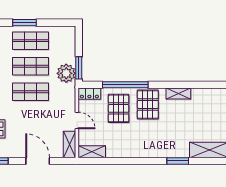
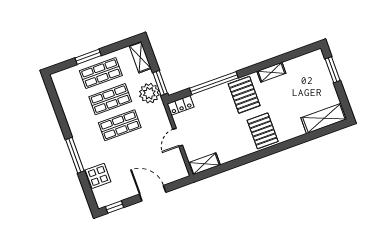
pallet: (119, 108) -> (263, 131), moved
door: (77, 120) -> (178, 137), swing flipped
shelving: (70, 144) -> (140, 57), moved
window: (178, 161) -> (296, 141), removed

